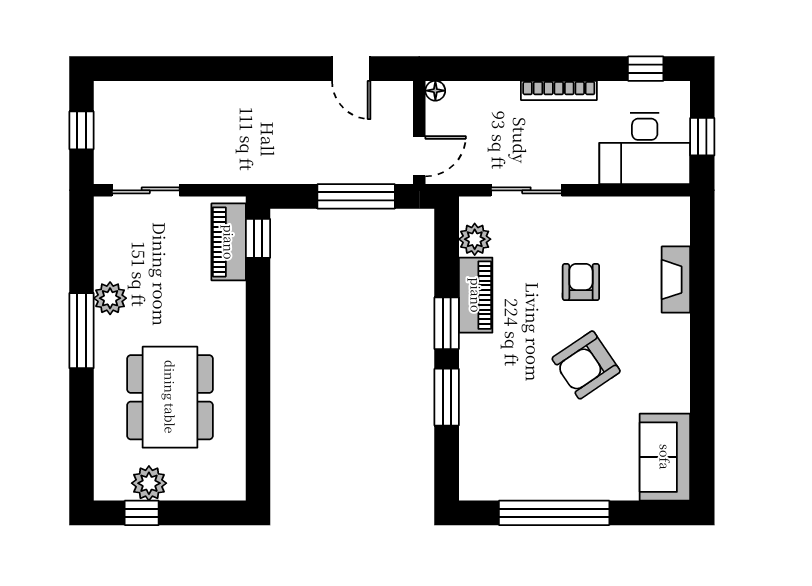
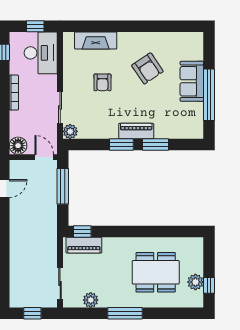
floor lamp: (435, 91) -> (18, 146), width x1.89, depth x1.89
plant: (475, 239) -> (70, 131), moved
fireplace: (676, 280) -> (96, 41), width x1.37, depth x1.32
armchair: (581, 282) -> (102, 82), turned -90
piano: (476, 295) -> (136, 131), moved
plant: (110, 298) -> (91, 300), moved
armchair: (586, 365) -> (147, 68), moved
sofa: (665, 457) -> (192, 81), moved, turned 90

